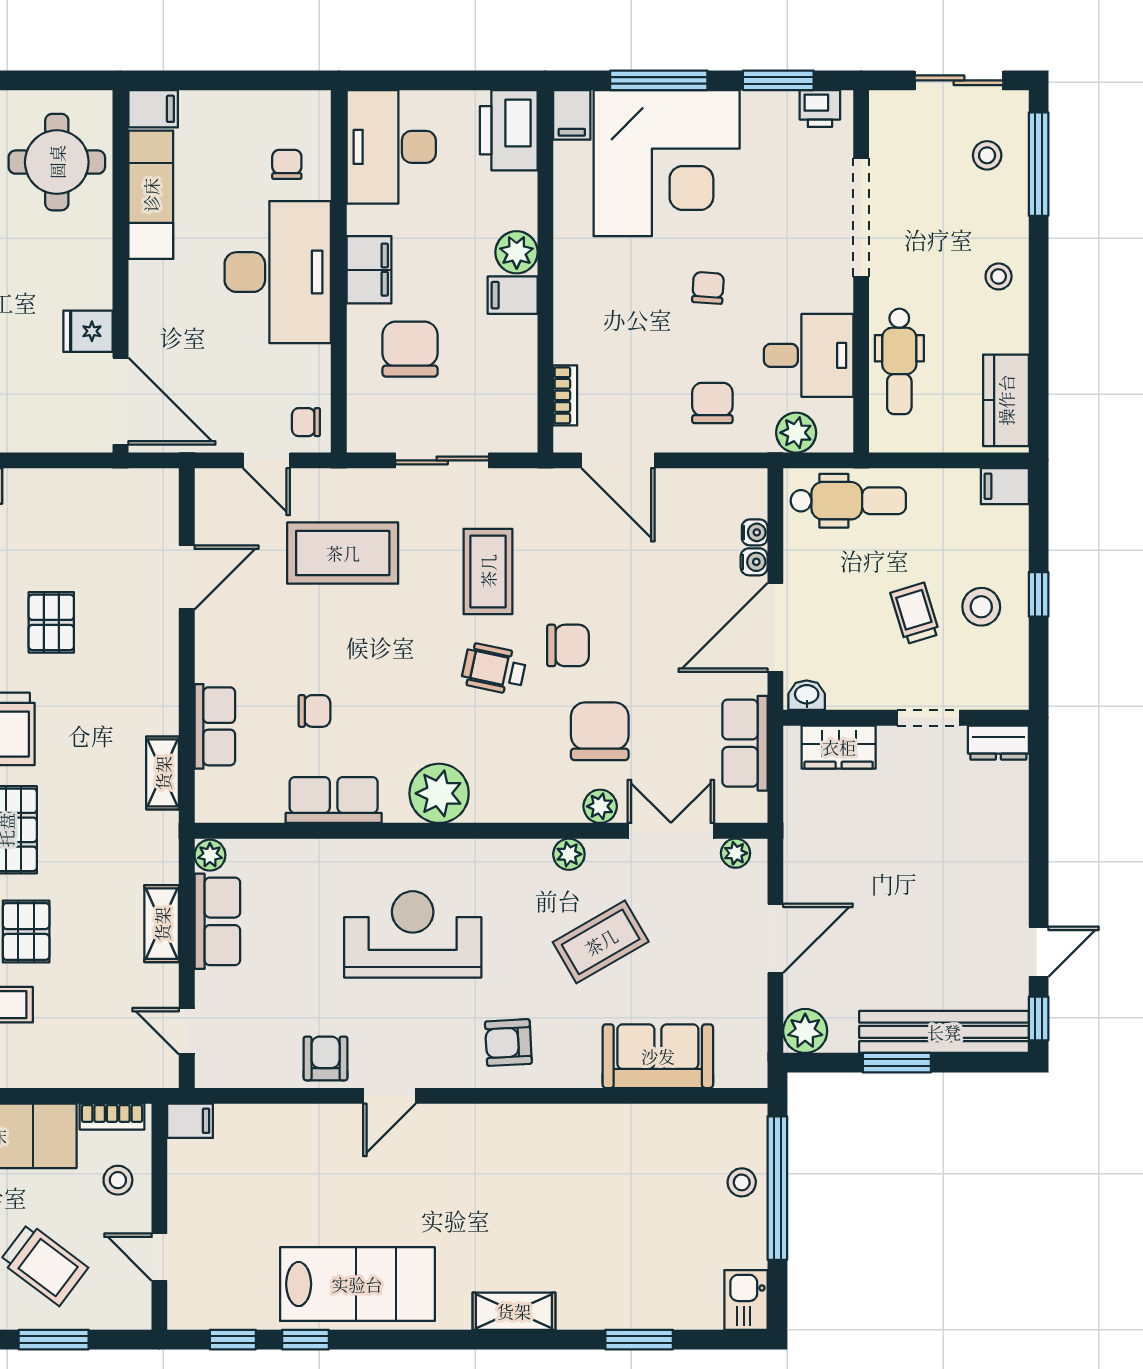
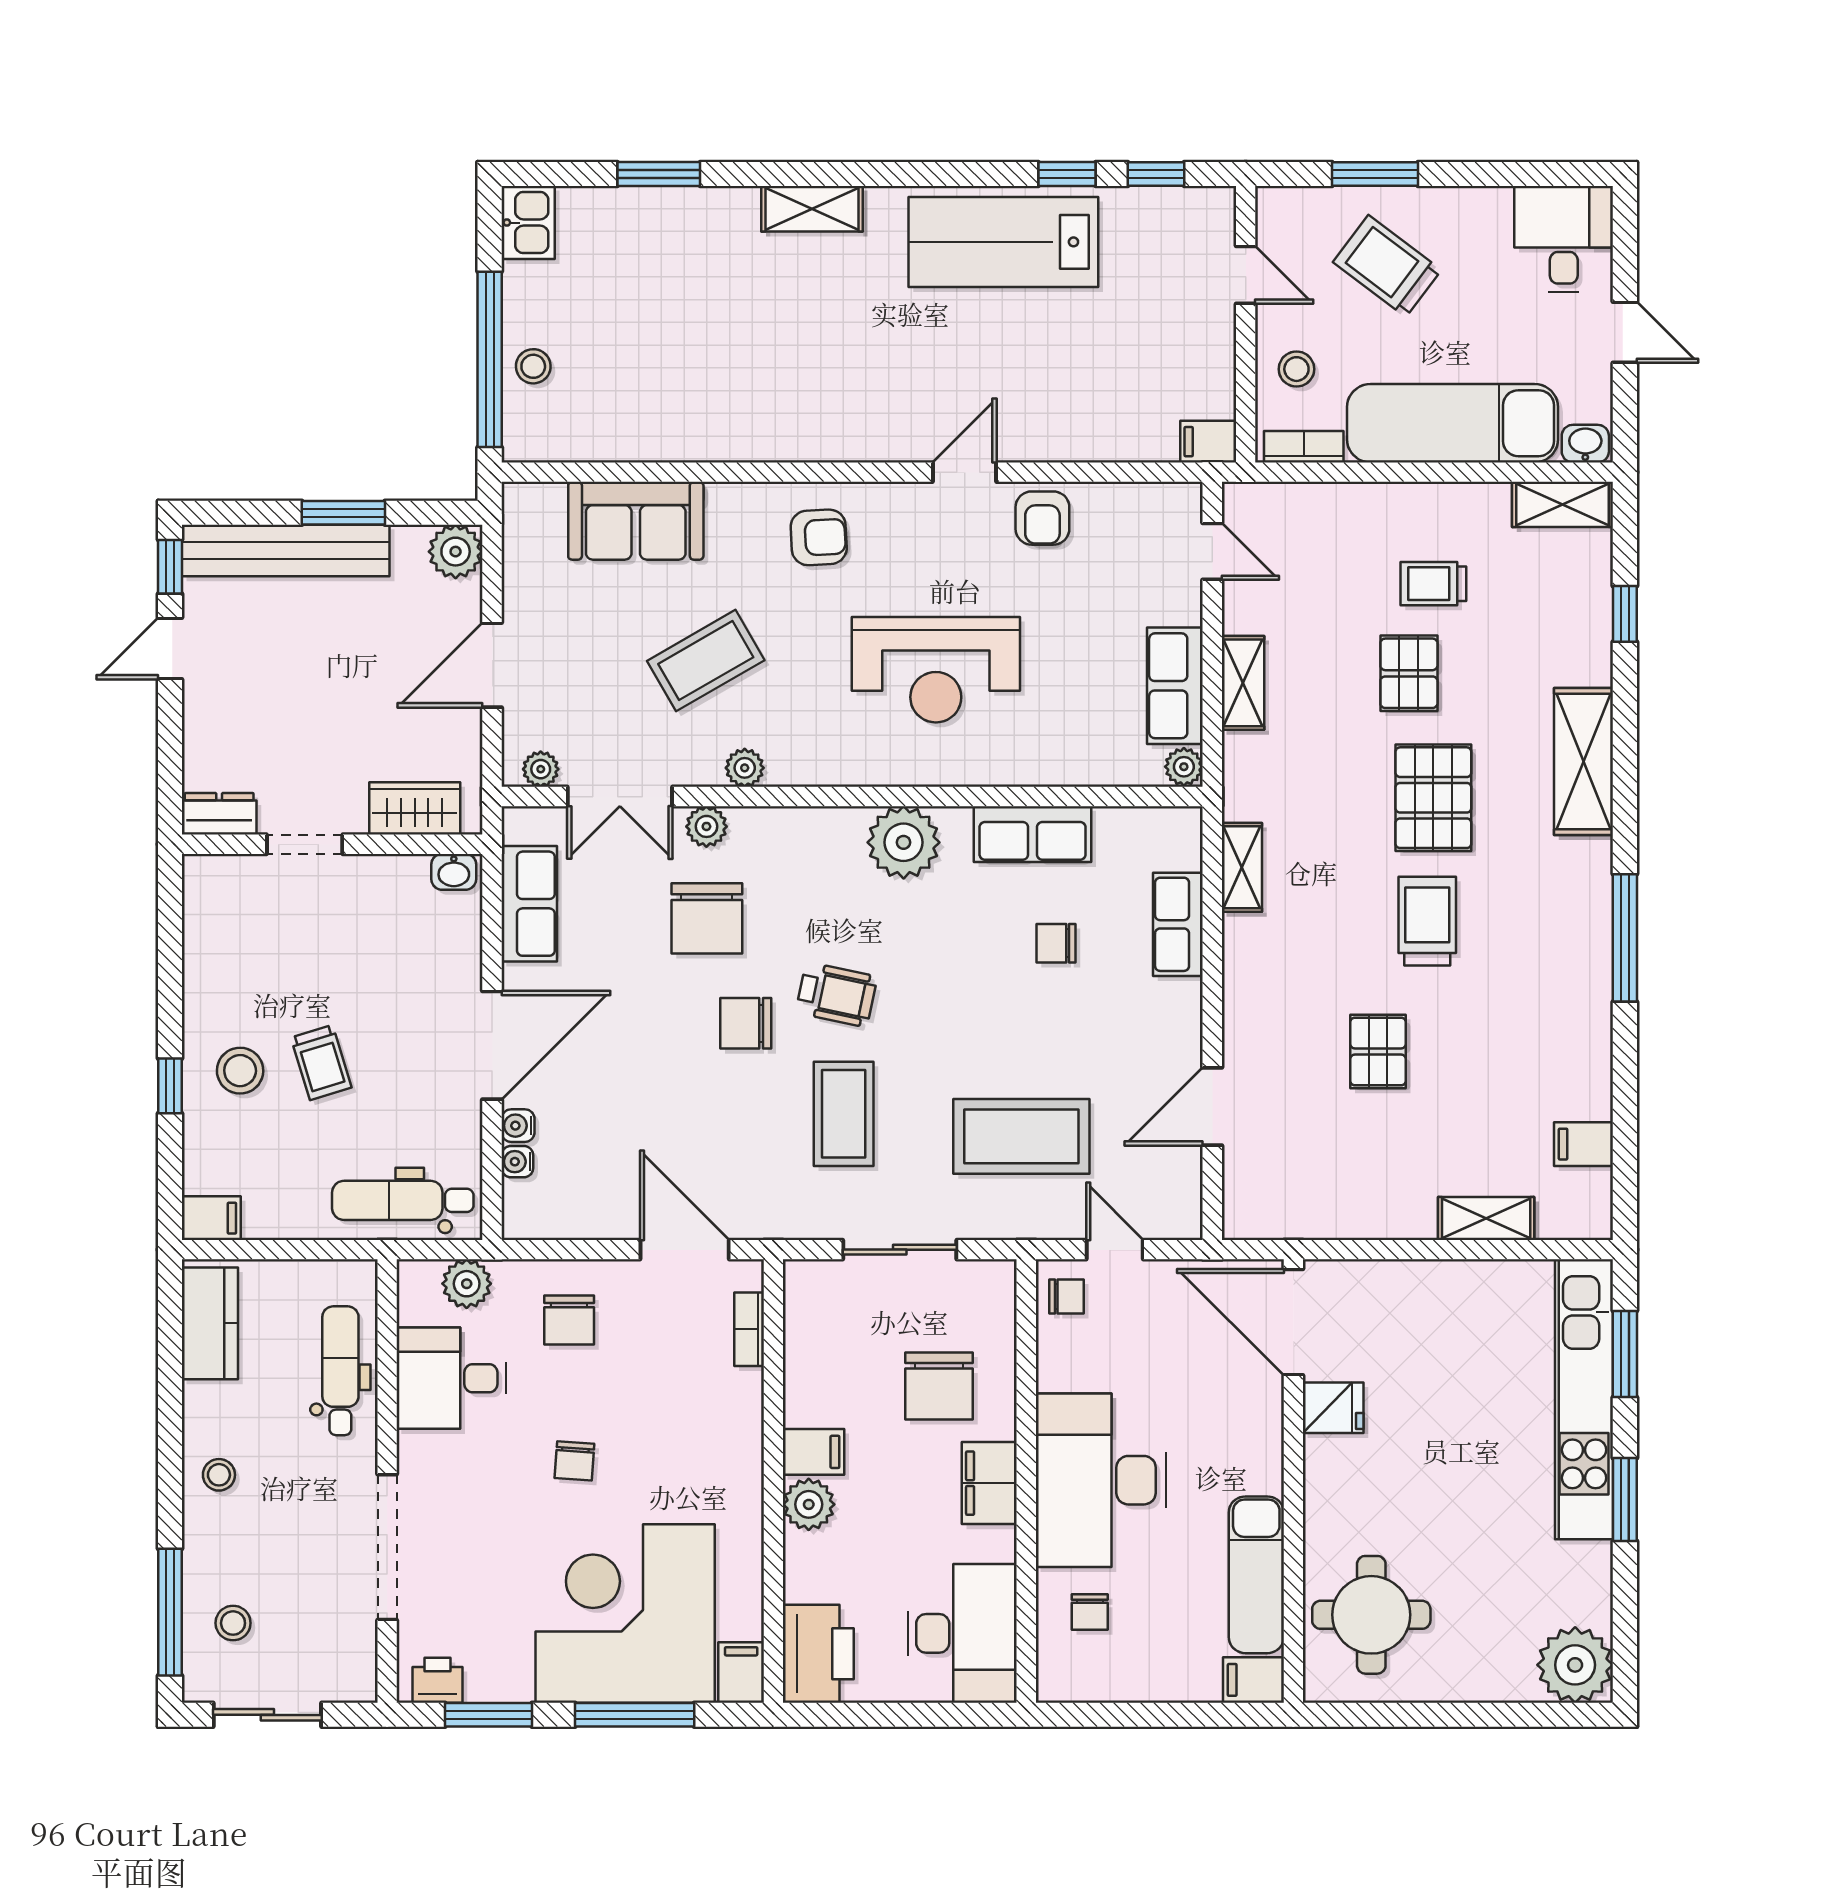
washbasin: (807, 695) -> (454, 872), moved
wall: (906, 718) -> (332, 844), moved
doorway: (929, 718) -> (305, 844), moved
dresser: (998, 743) -> (219, 814), moved
wardrobe: (839, 747) -> (415, 808), moved

